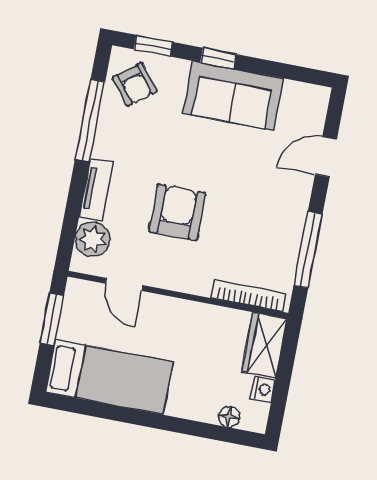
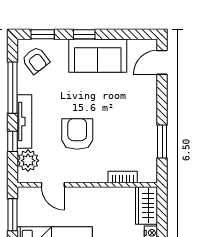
door: (326, 157) -> (162, 62), moved
tv unit: (96, 189) -> (24, 121), width x1.41
window: (74, 204) -> (13, 141), added
window: (308, 250) -> (162, 142), width x0.69
bookcase: (248, 296) -> (123, 177), width x0.64

